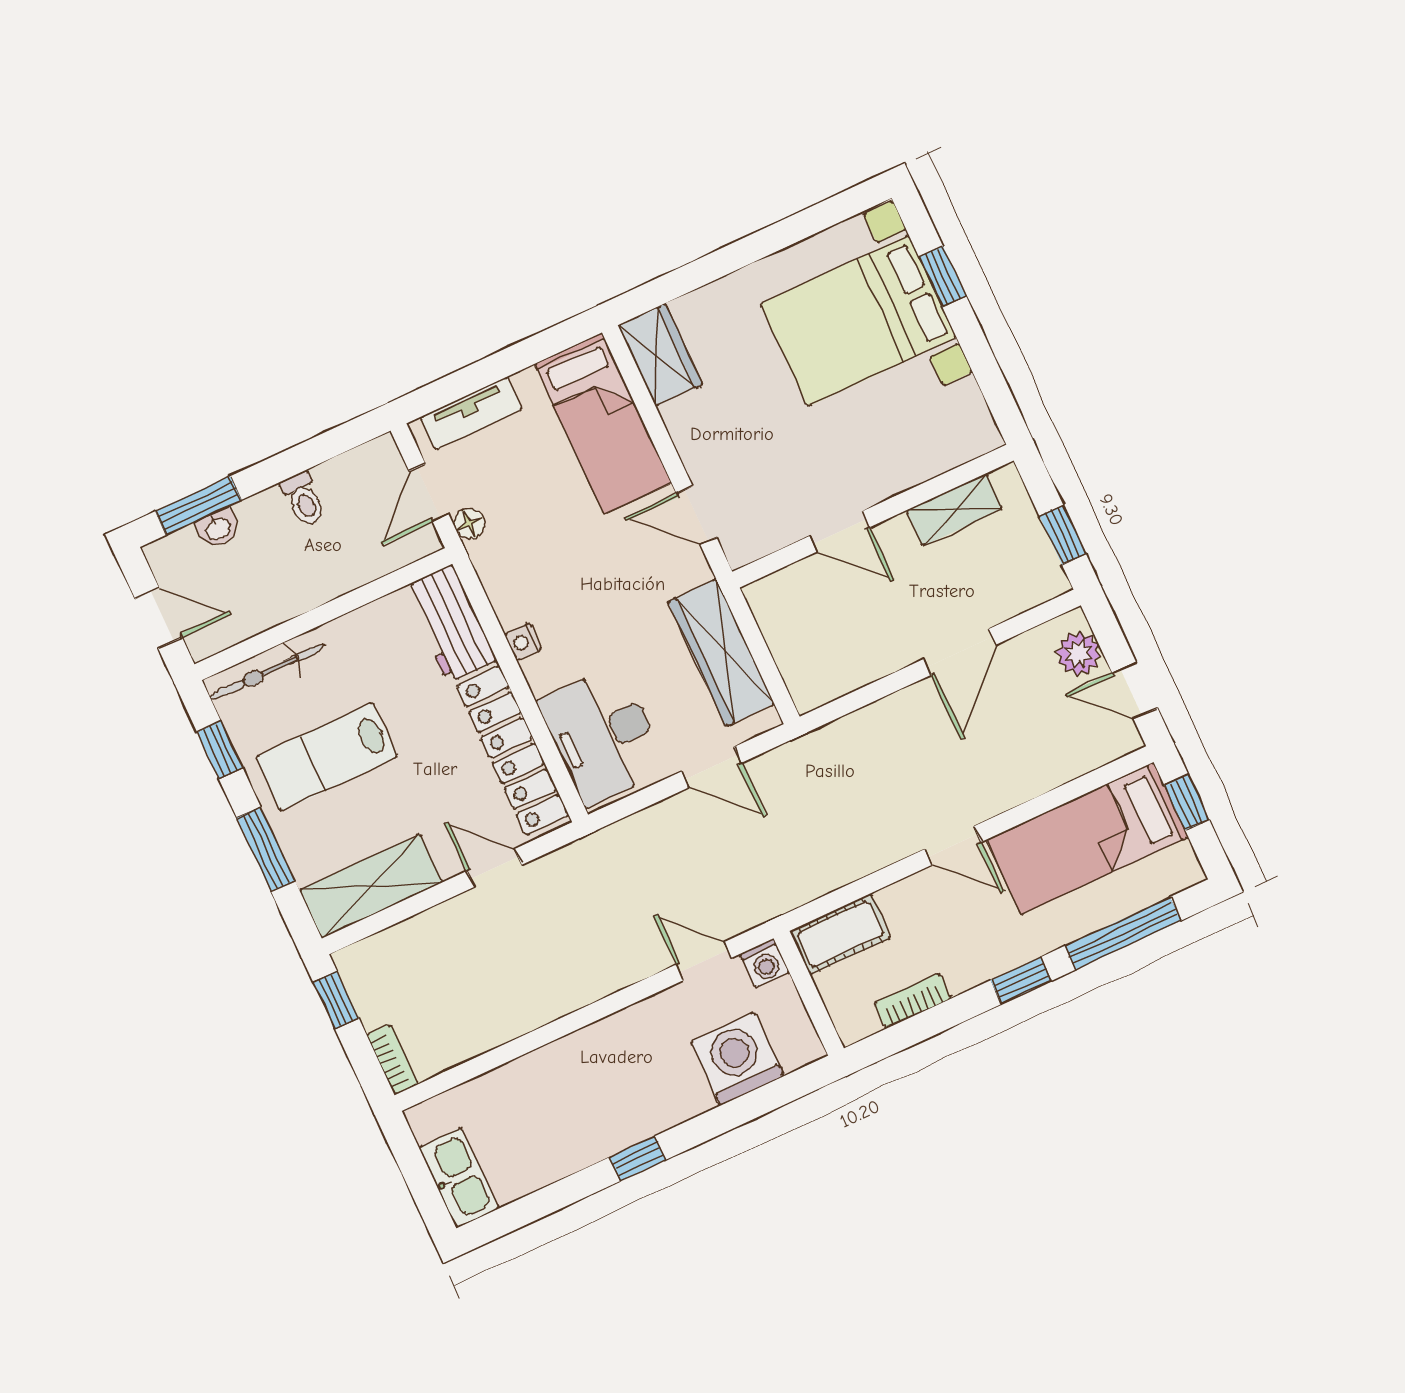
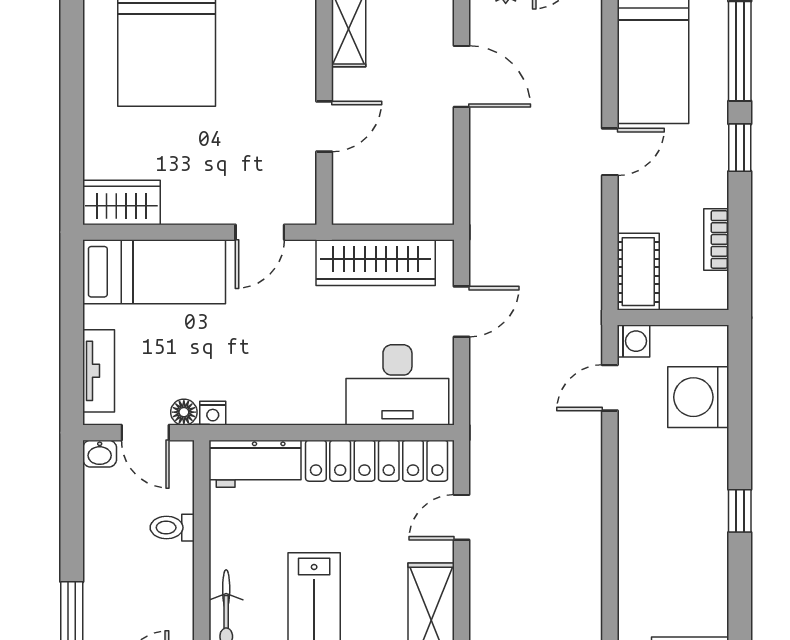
toilet: (303, 499) -> (172, 528), moved, turned 180
washbasin: (218, 528) -> (100, 454), moved, turned 90
nightstand: (523, 642) -> (213, 413), moved

